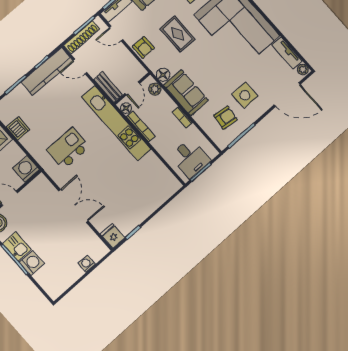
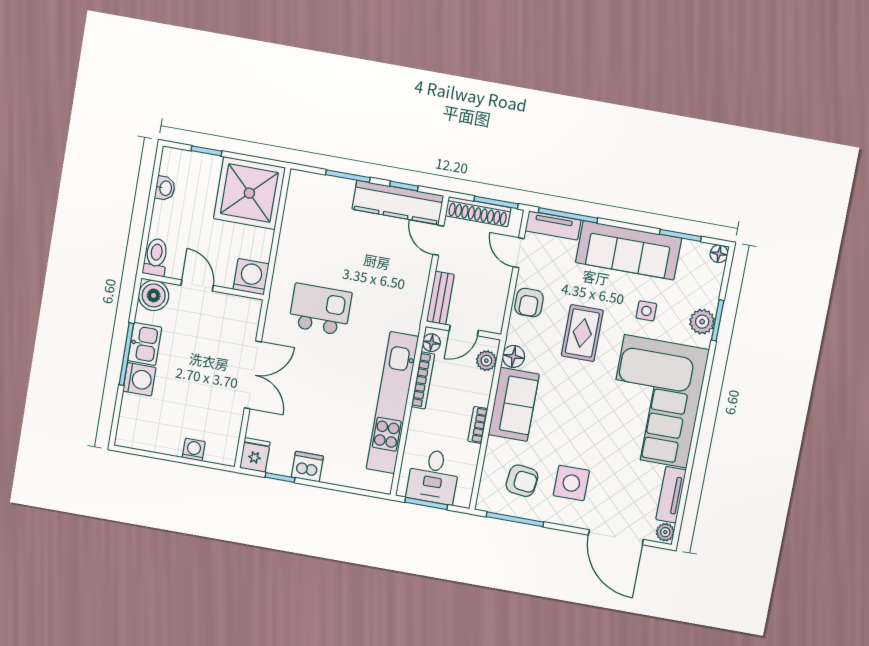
kitchen unit: (116, 123) -> (392, 403), moved
dishwasher: (18, 128) -> (307, 467), moved, turned -90

